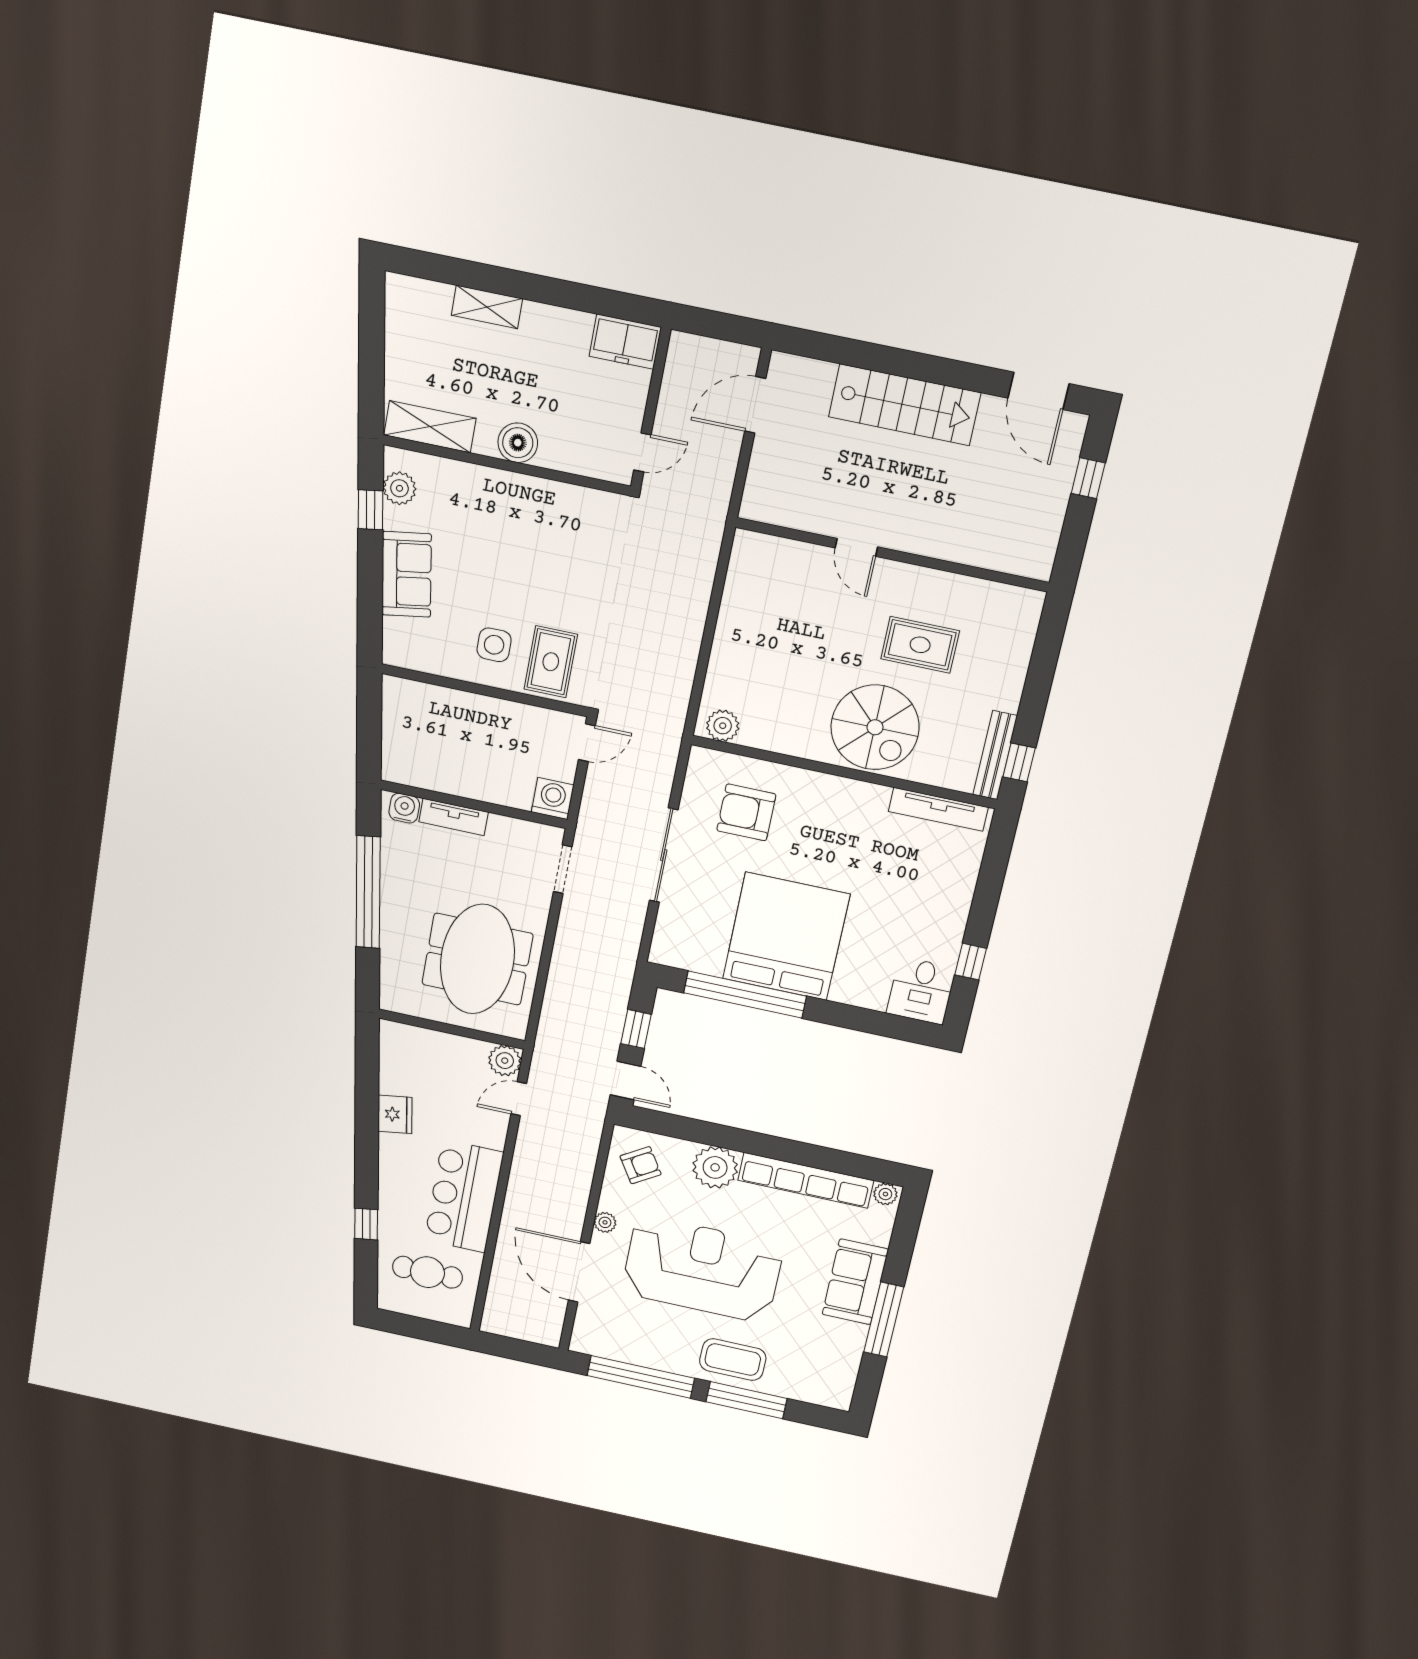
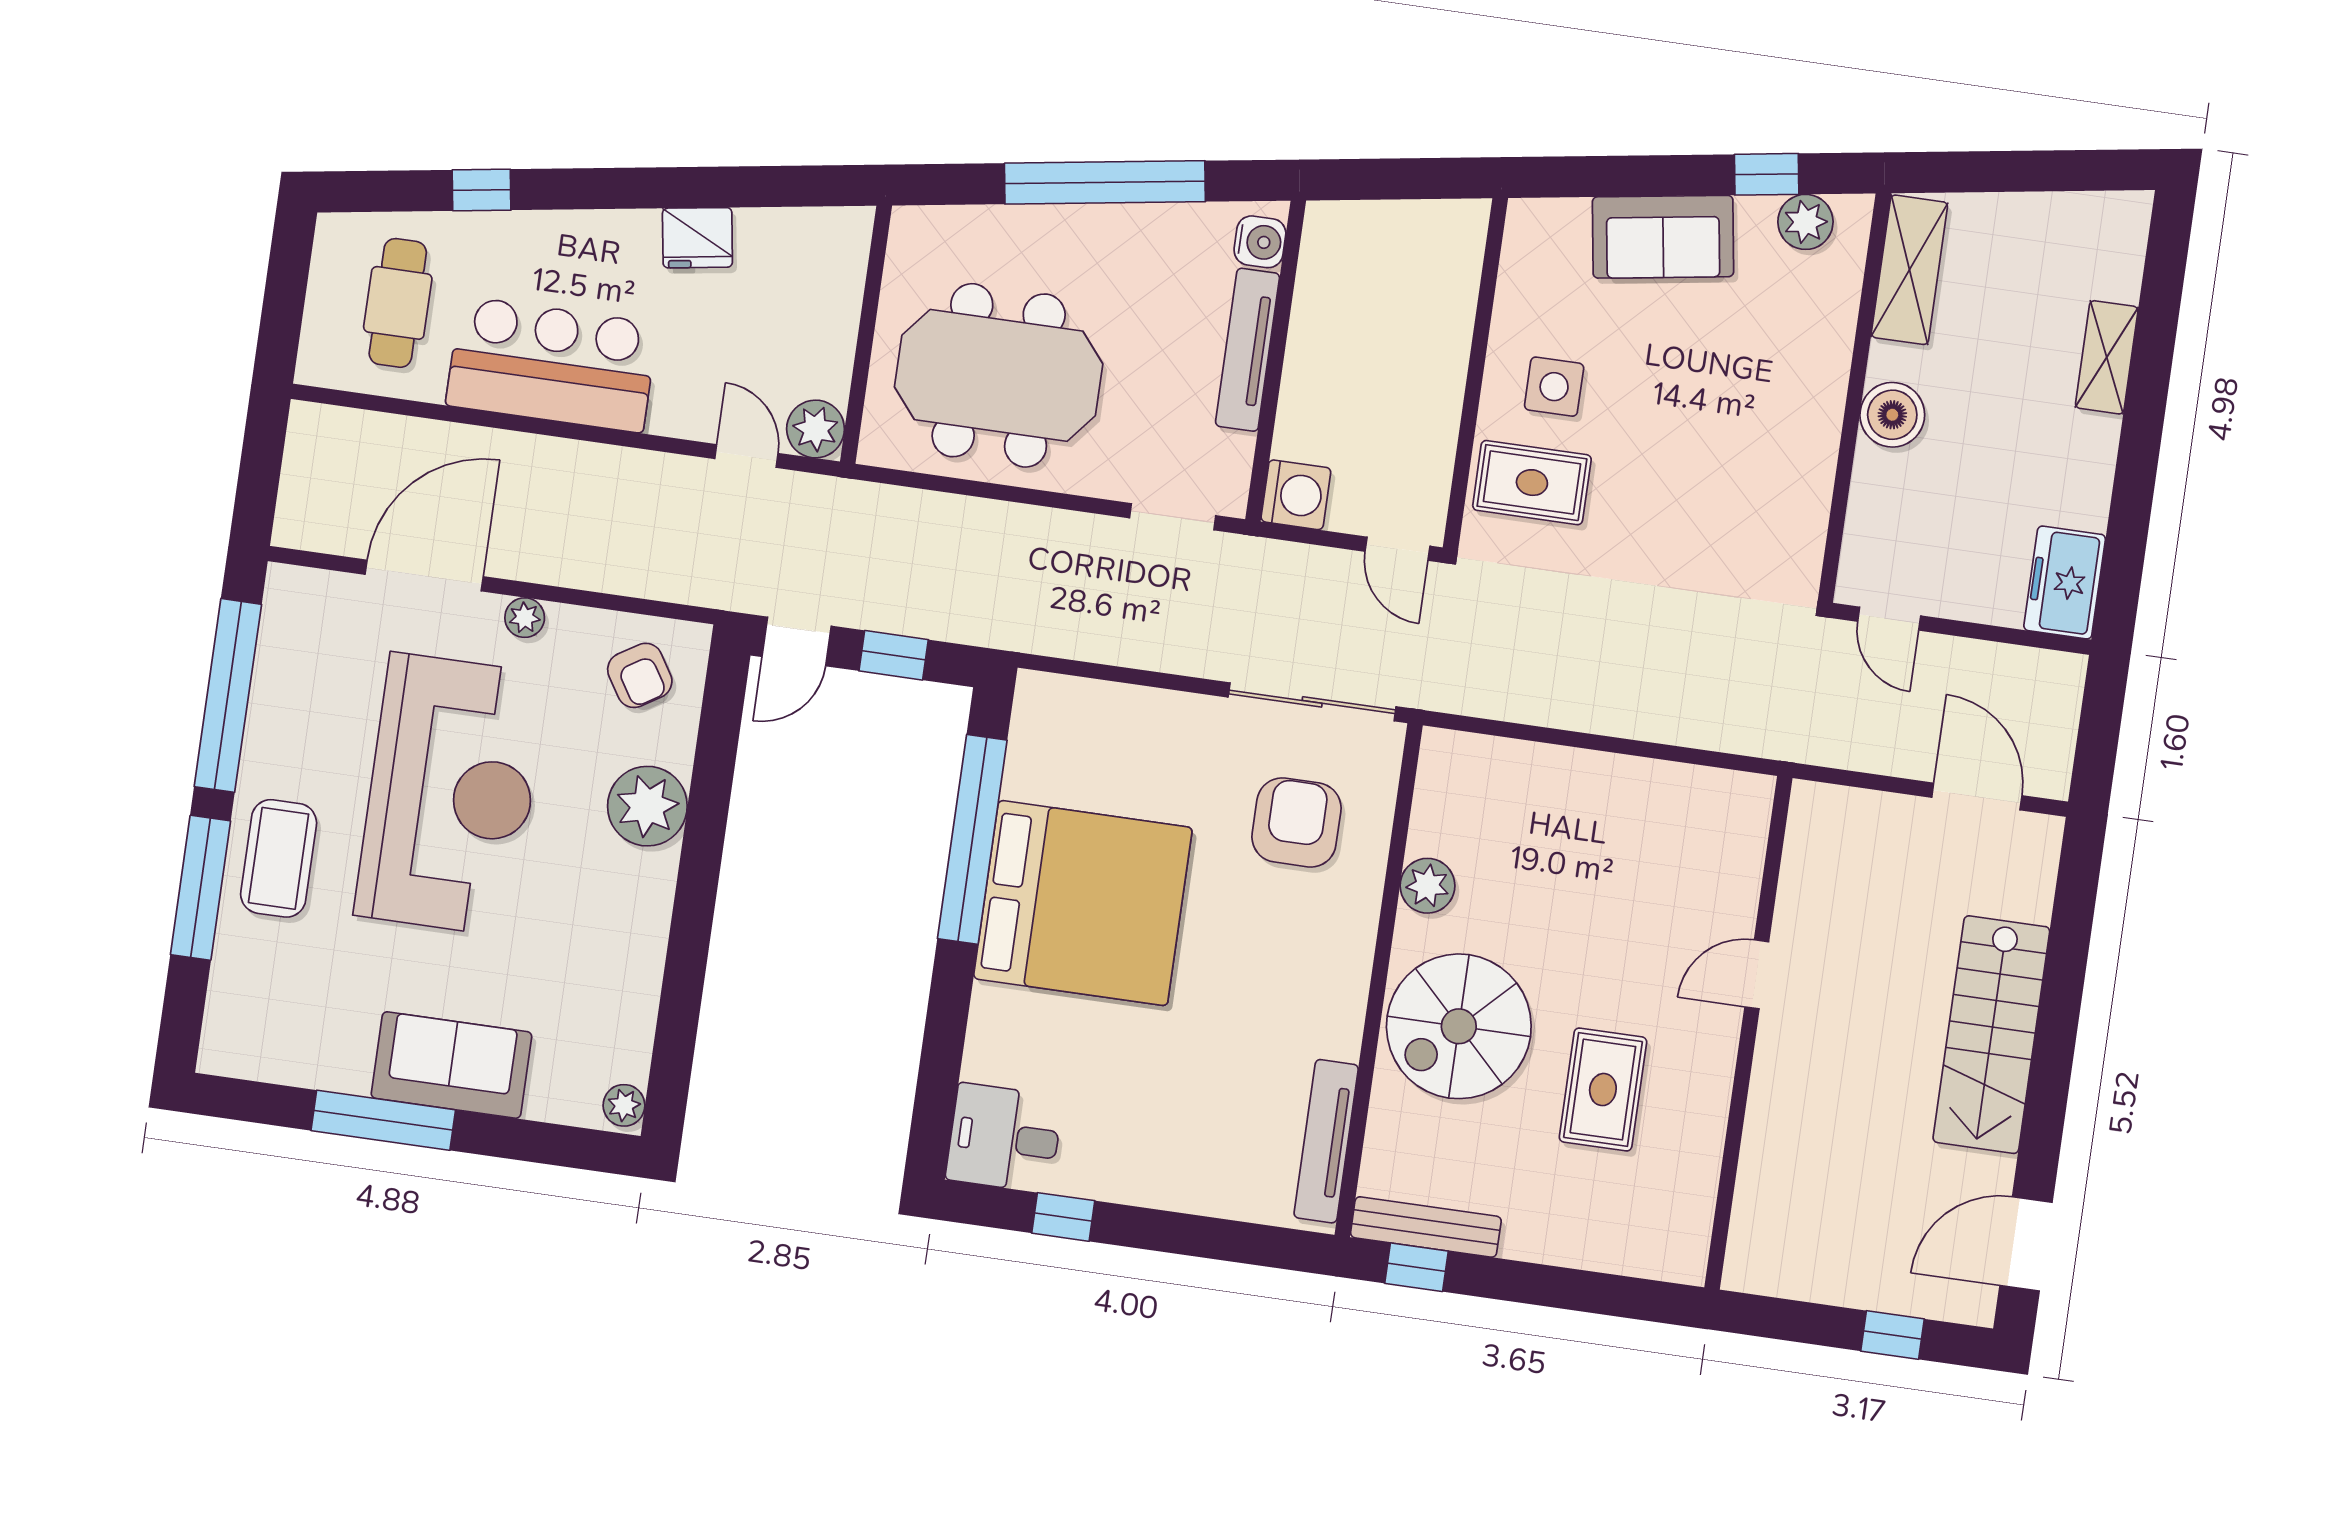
plant: (723, 726) -> (1427, 886), moved
tv unit: (454, 817) -> (1248, 350), width x1.41
sliding door: (664, 855) -> (1312, 702), moved
row of seats: (806, 1180) -> (637, 966), removed

